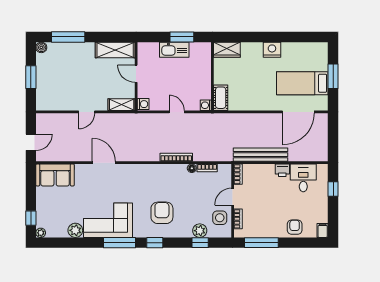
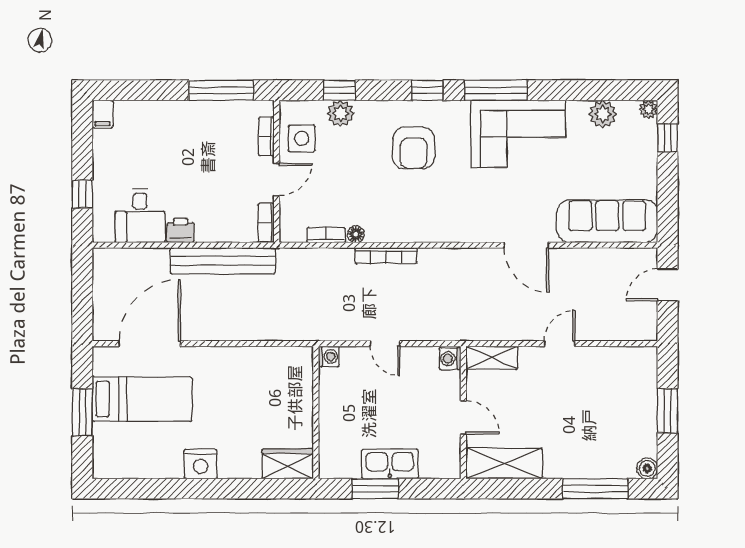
cot: (221, 98) -> (300, 371), removed
sofa: (55, 175) -> (607, 221), width x1.36
armchair: (295, 227) -> (157, 120), removed
plant: (75, 230) -> (603, 114), moved

